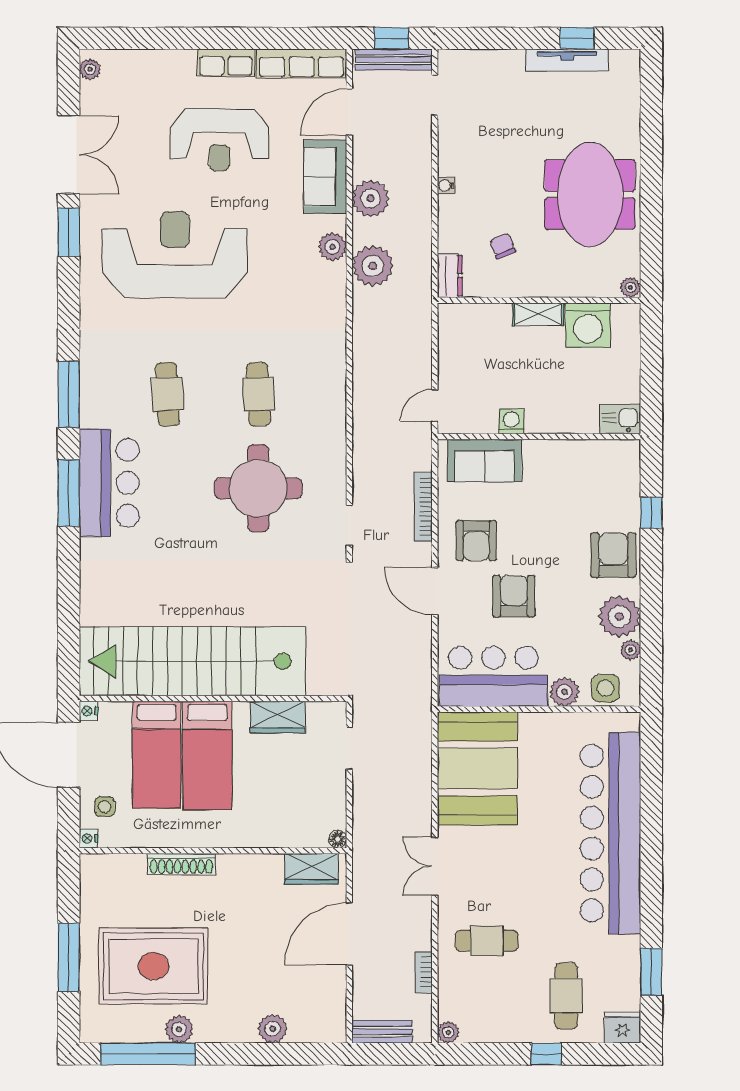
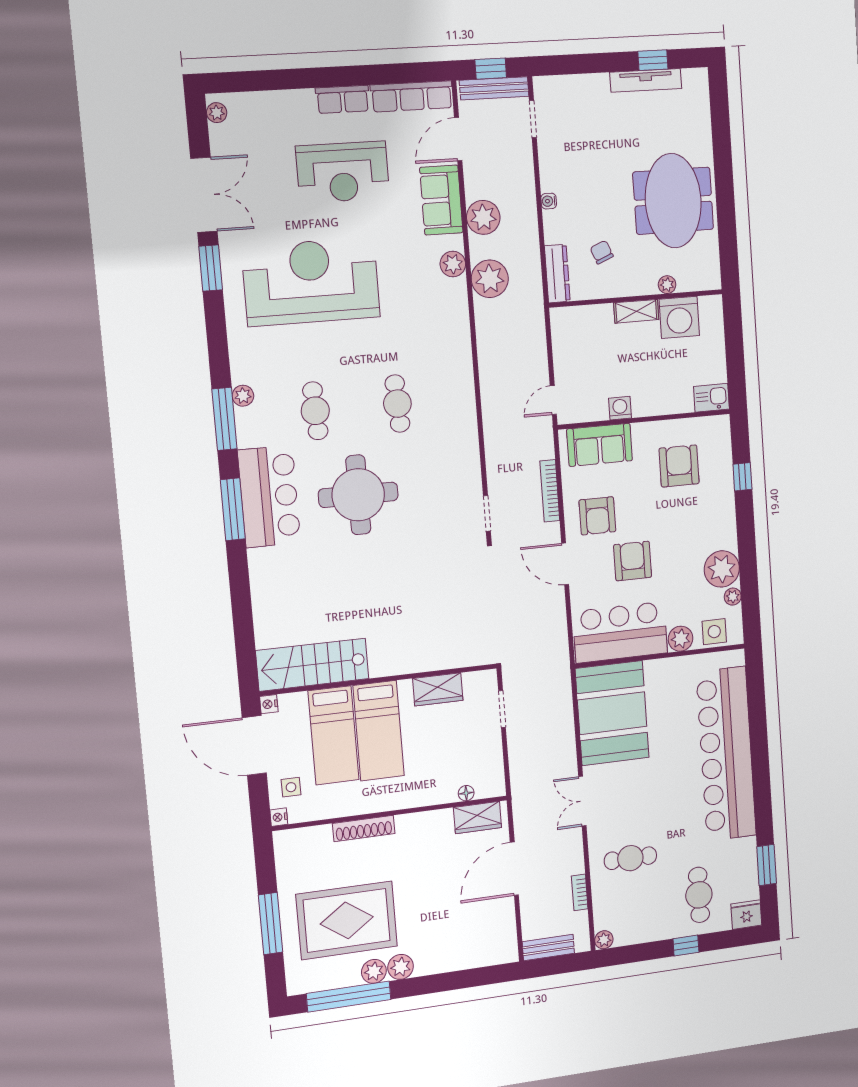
dresser: (450, 276) -> (557, 274), width x1.44
plant: (630, 287) -> (667, 285), moved
plant: (91, 371) -> (243, 396), added
round table: (258, 488) -> (358, 495), moved
armchair: (613, 555) -> (679, 466), moved
stairs: (192, 661) -> (312, 665), width x0.54, depth x0.66
floor lamp: (338, 839) -> (466, 793), moved
plant: (273, 1029) -> (401, 967), moved

